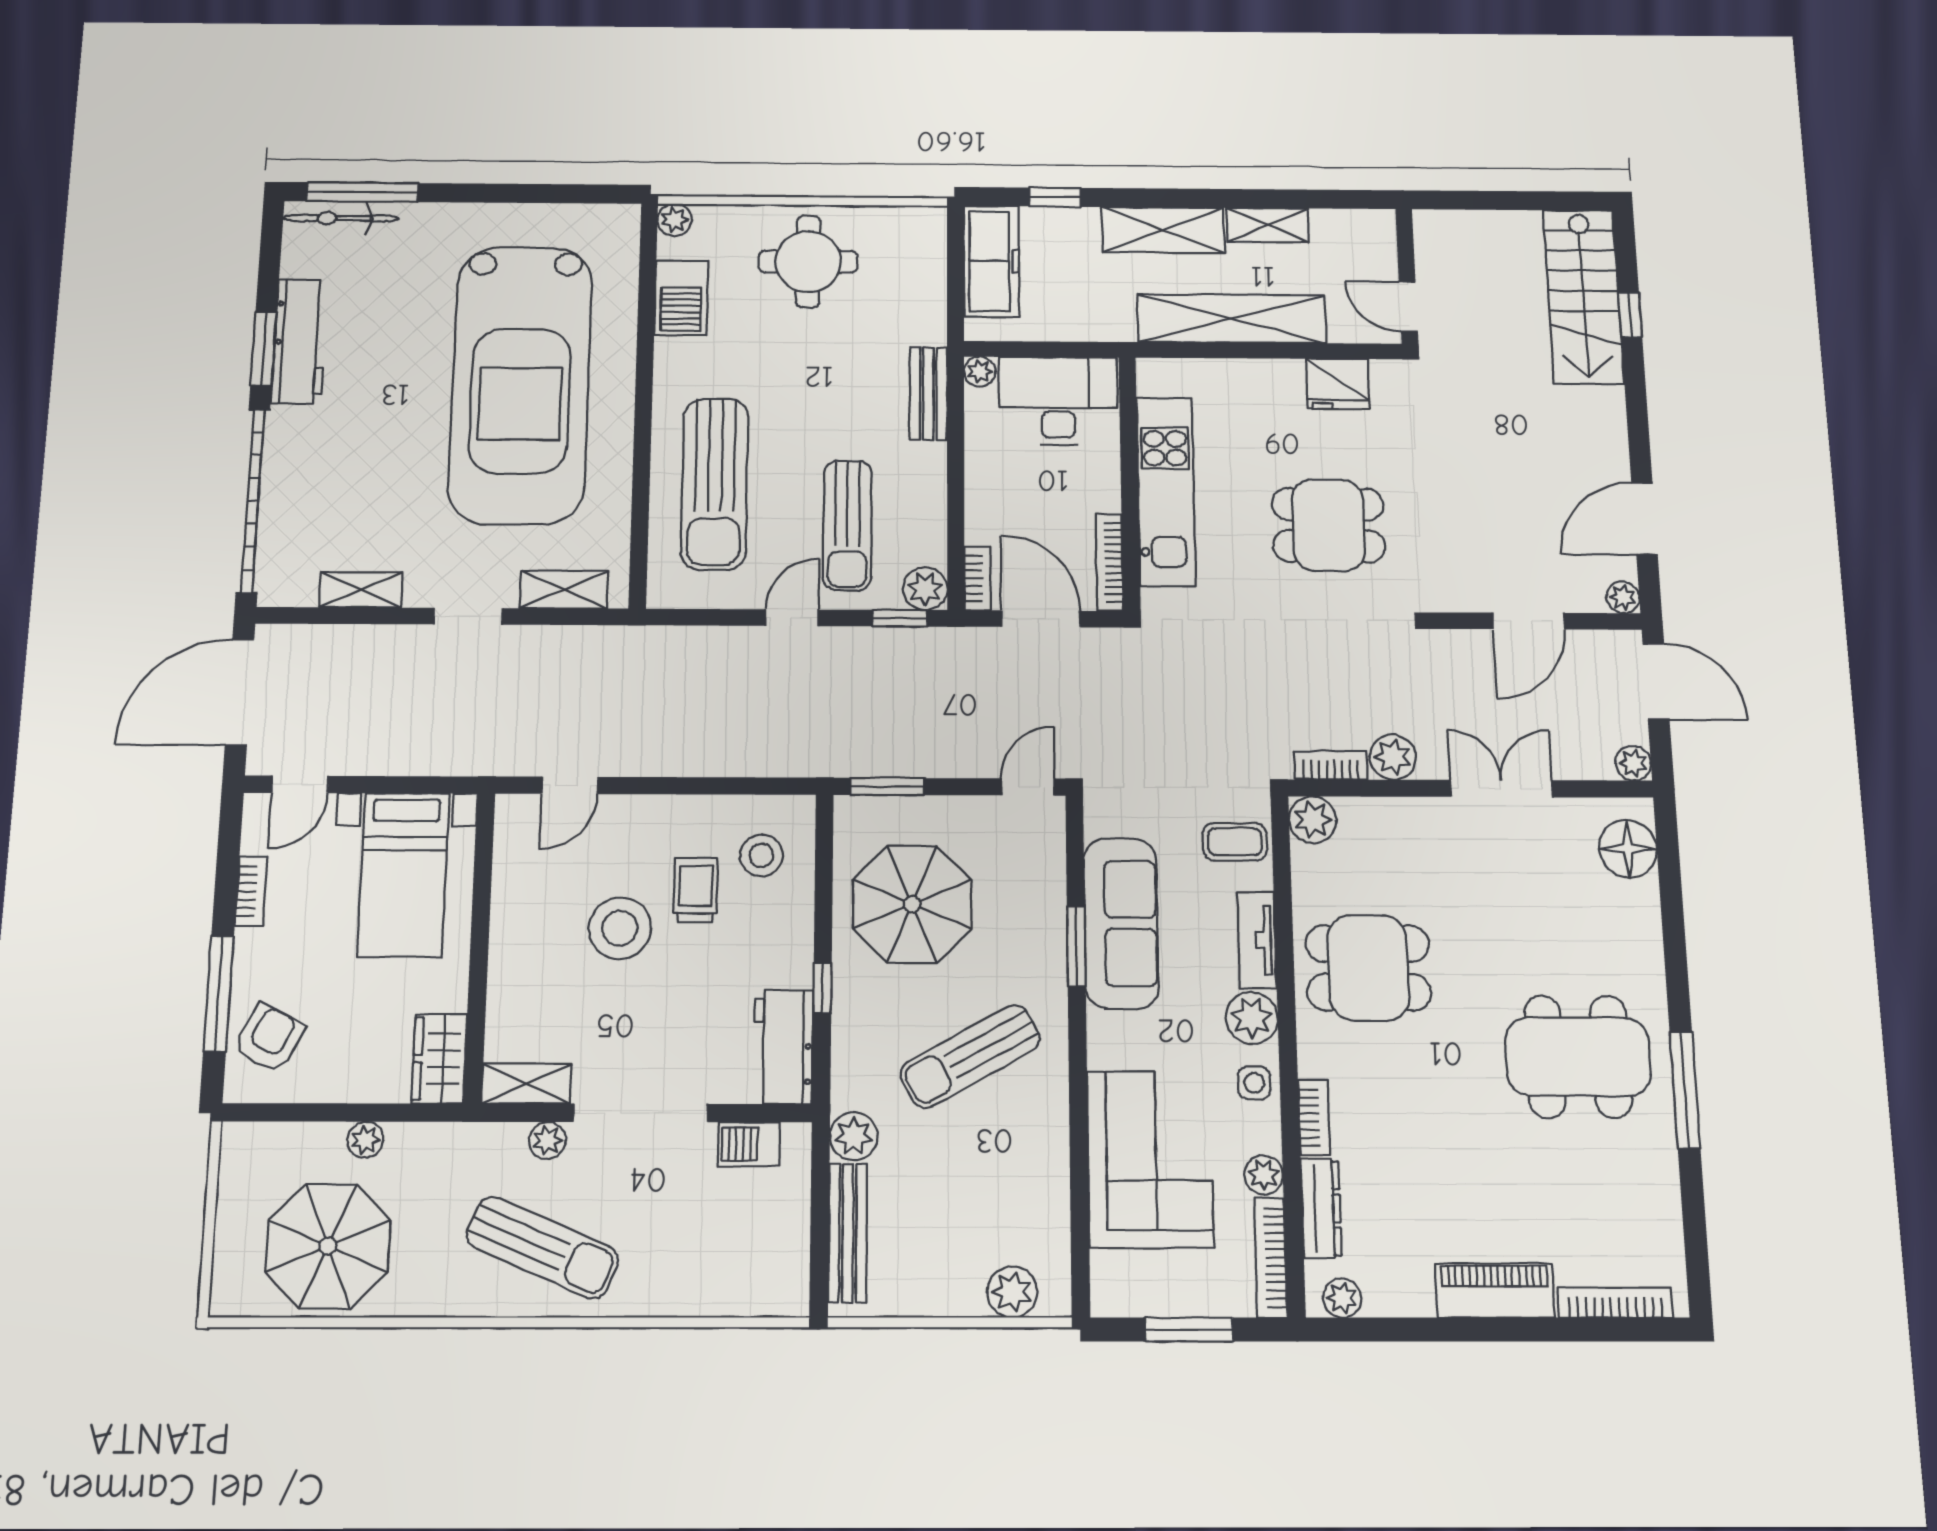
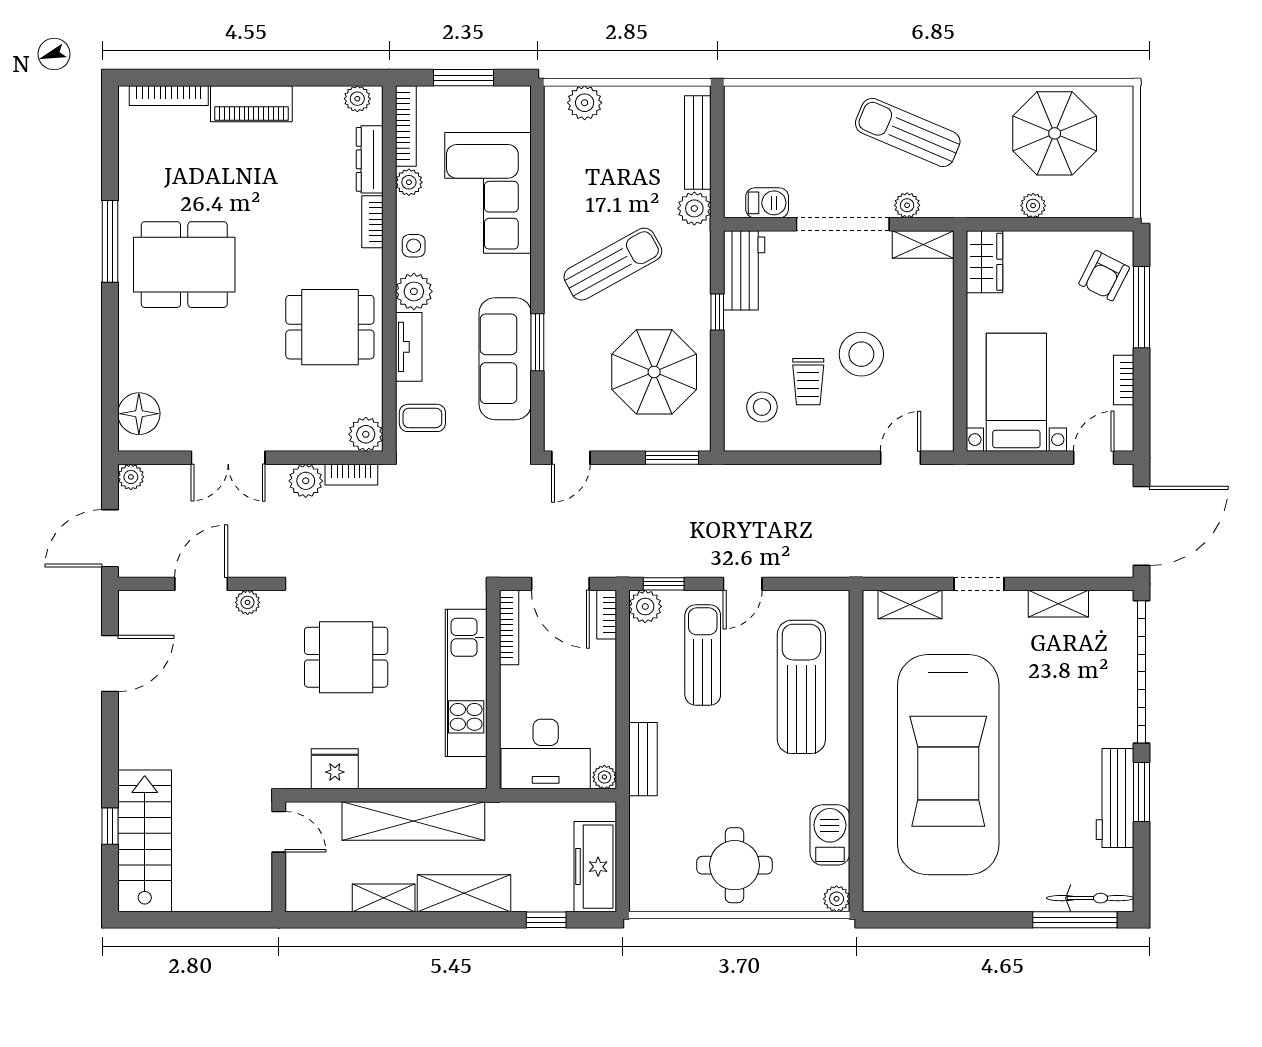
car: (521, 384) -> (948, 765), turned 180
plant: (1623, 597) -> (248, 602), moved
door: (1656, 682) -> (110, 538), hinge flipped

